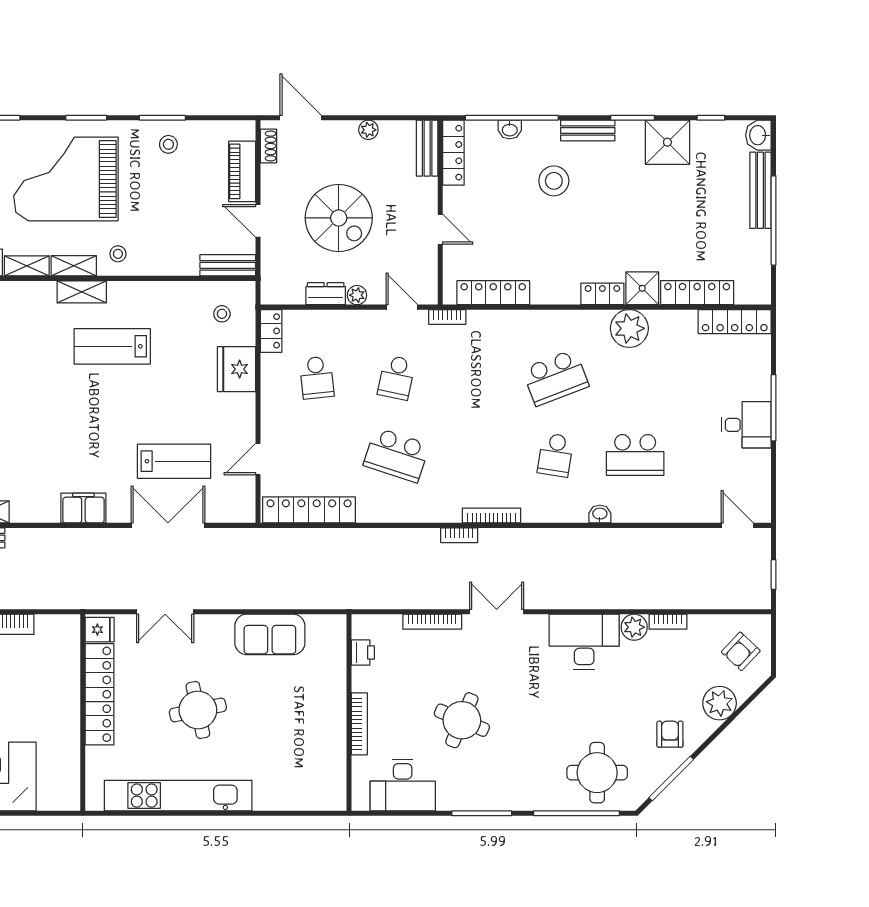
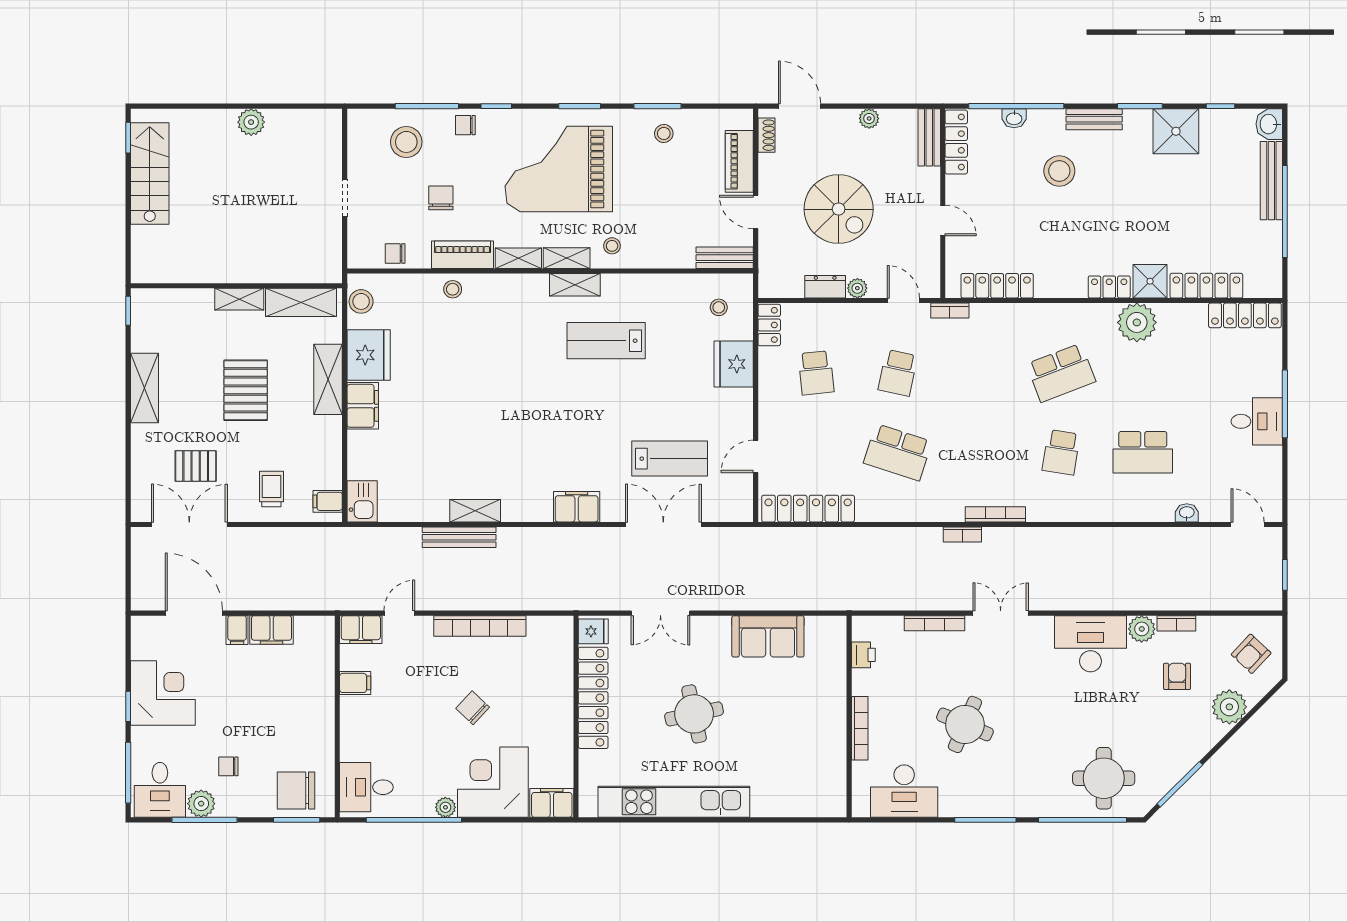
washbasin: (600, 514) -> (1187, 513), moved
armchair: (670, 734) -> (1177, 676), moved
filing cabinet: (59, 797) -> (552, 803), added

